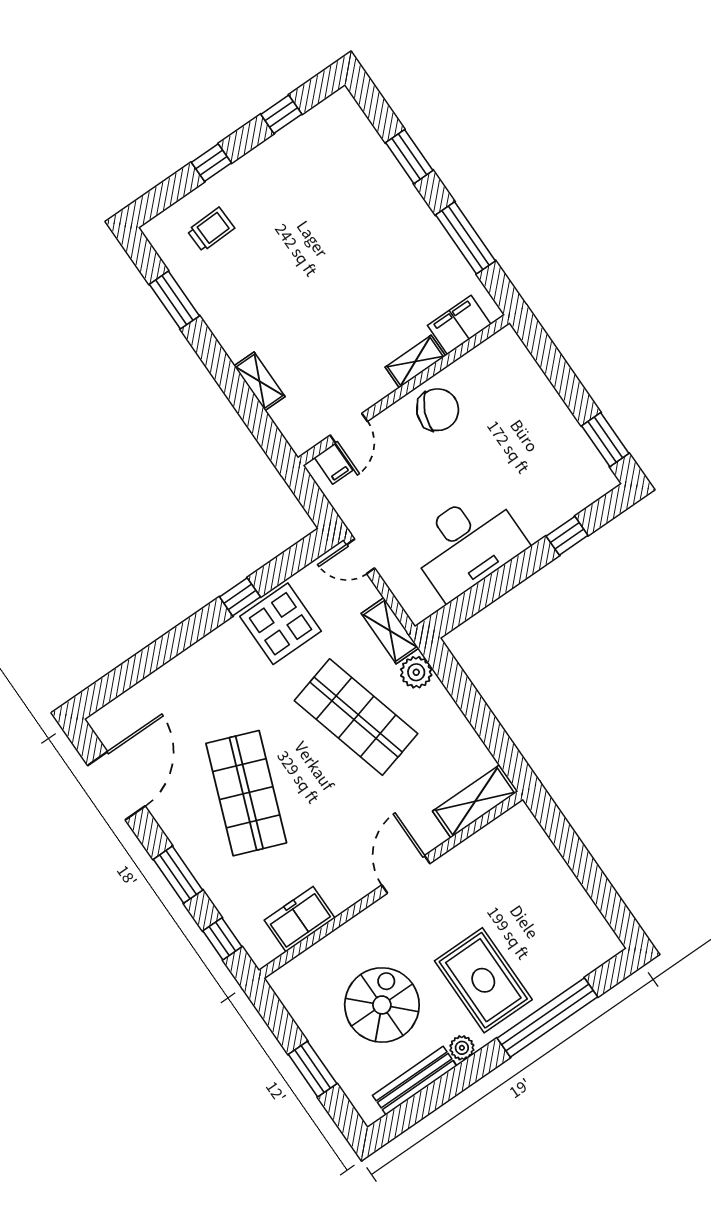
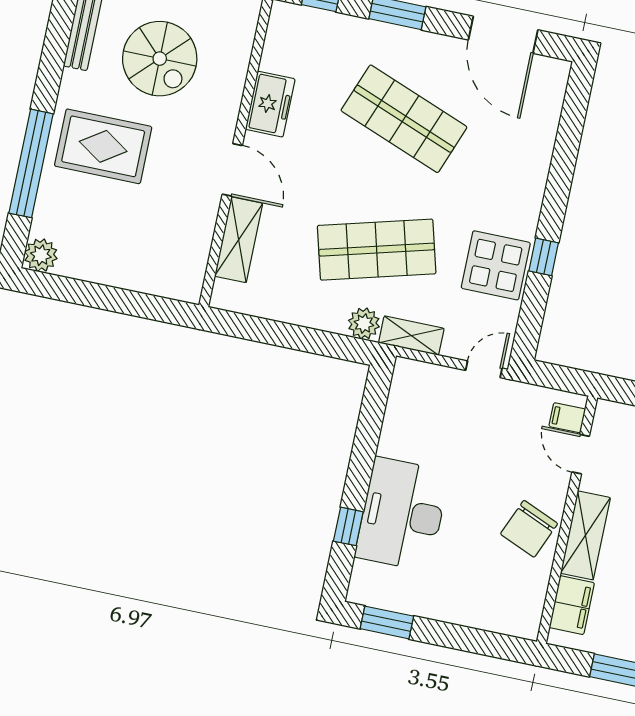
shelving: (415, 362) -> (585, 535), width x1.50, depth x1.33
desk: (467, 544) -> (402, 514), moved
shelving: (475, 801) -> (239, 240), moved
freezer: (300, 919) -> (270, 104), moved
plant: (462, 1048) -> (41, 255), moved, width x1.38, depth x1.38

